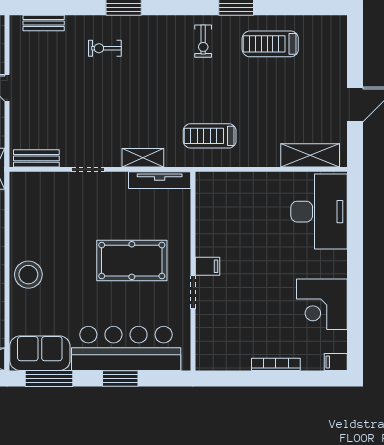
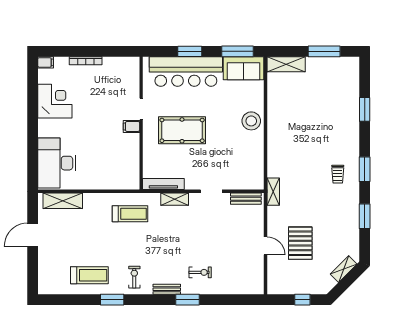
bench: (44, 23) -> (167, 289), moved

